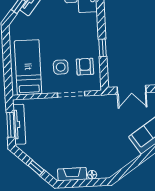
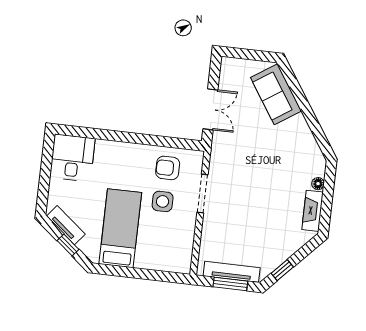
window: (103, 48) -> (146, 139), removed
bed: (28, 67) -> (120, 228), moved, turned 90
window: (36, 168) -> (282, 270), moved

